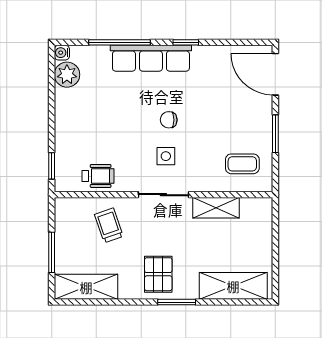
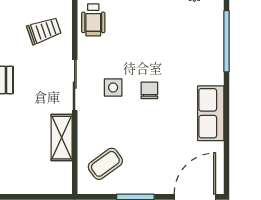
window: (186, 42) -> (227, 107), removed
row of seats: (151, 58) -> (211, 113), moved, width x0.68
coffee table: (242, 164) -> (105, 164), turned 54

